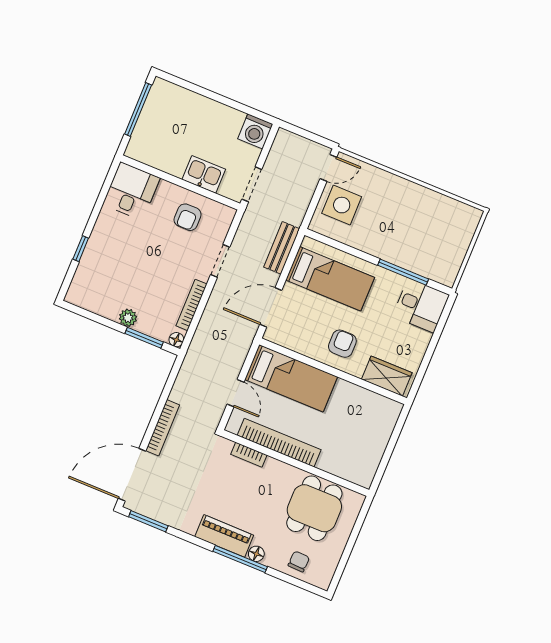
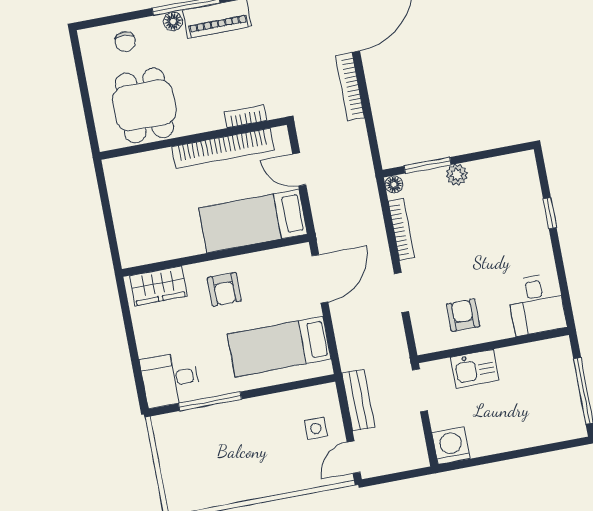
side table: (342, 205) -> (316, 428), width x0.54, depth x0.54
bench: (282, 248) -> (358, 400), moved

